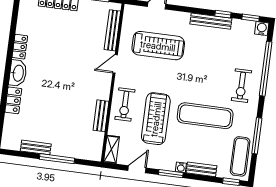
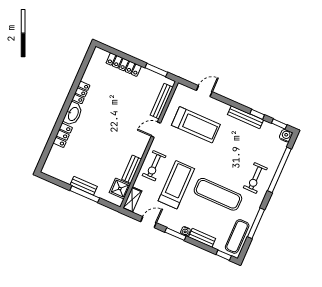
shower: (94, 141) -> (120, 189), added
bench: (36, 147) -> (84, 186), moved

